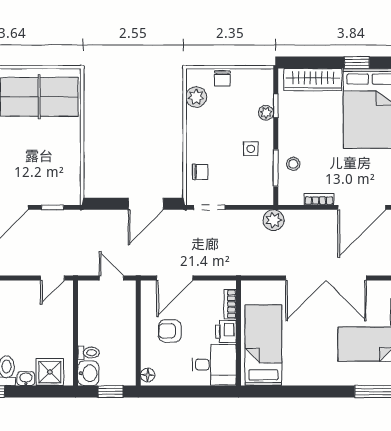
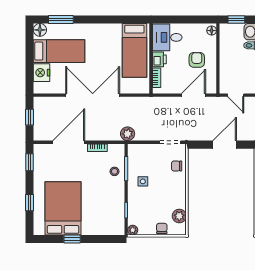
wardrobe: (313, 80) -> (101, 228), removed
plant: (266, 113) -> (133, 230), moved
door: (146, 204) -> (225, 145), moved
armchair: (170, 331) -> (197, 60), turned -90

